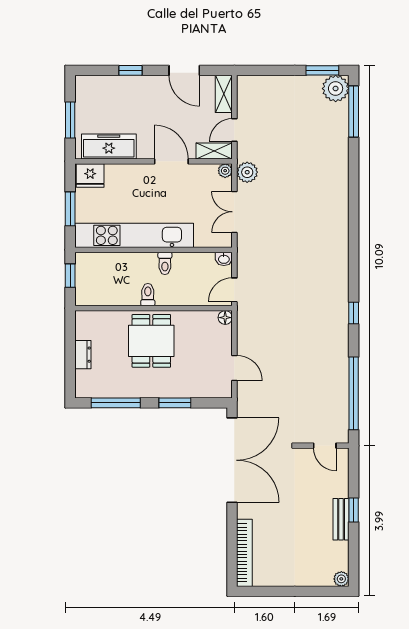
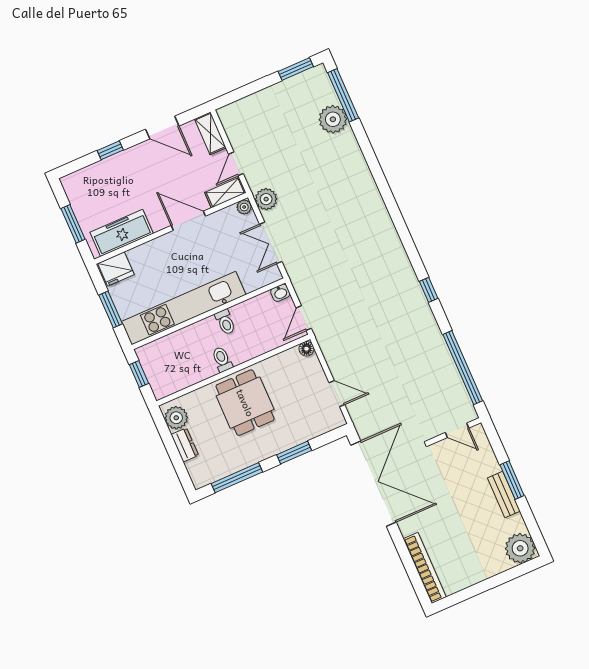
plant: (336, 89) -> (333, 119), moved
plant: (86, 328) -> (176, 418), added
window: (354, 510) -> (512, 480), width x1.50
plant: (341, 579) -> (520, 548), width x1.88, depth x1.88

